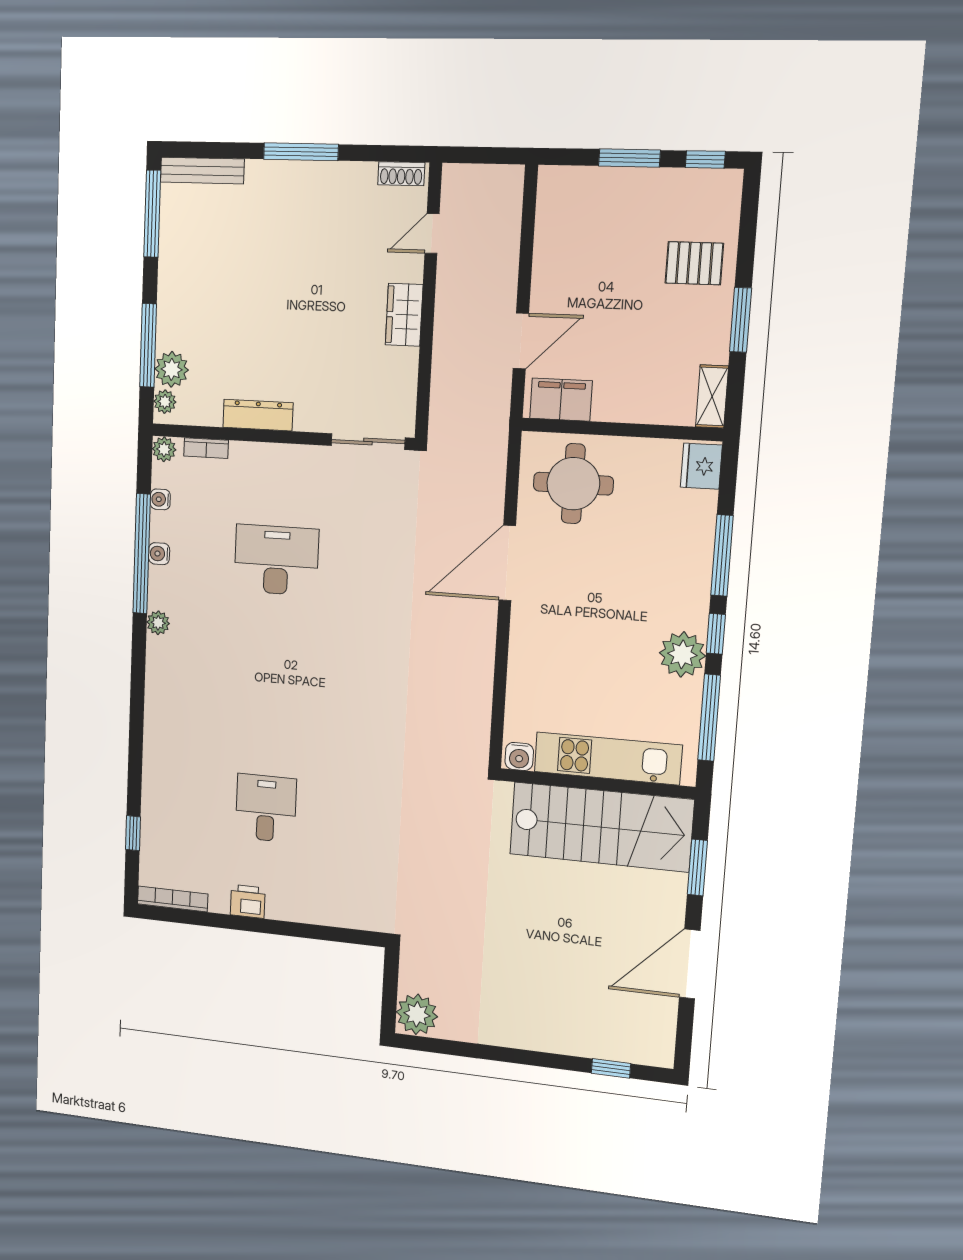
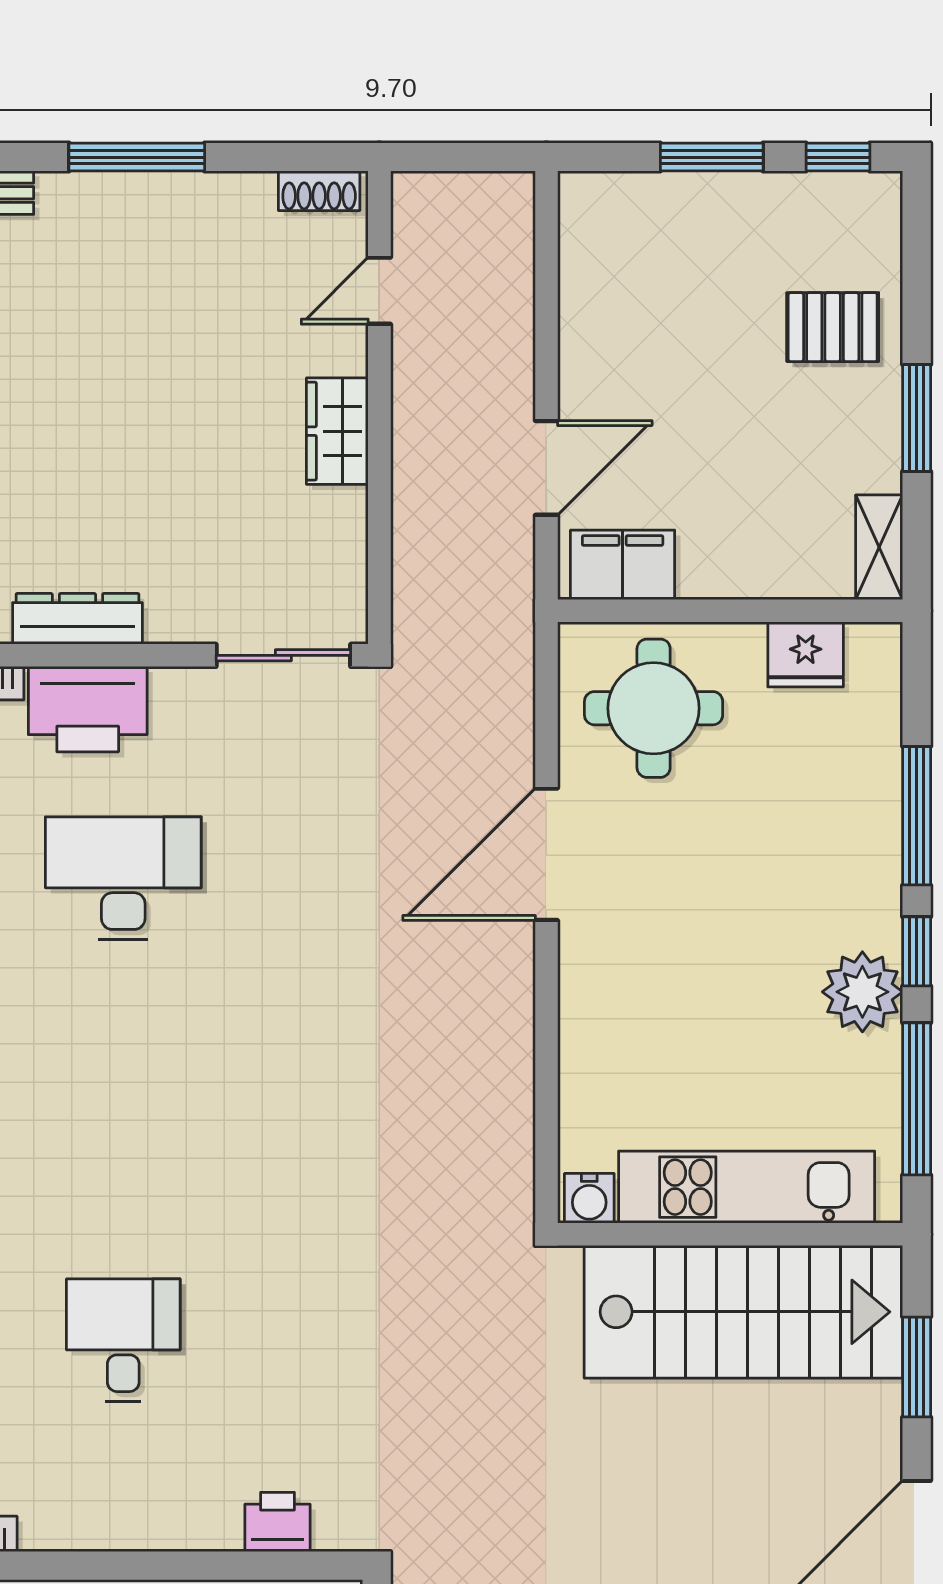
printer: (261, 466) -> (88, 709), added
fridge: (701, 466) -> (806, 654), moved, turned -90
printer: (248, 901) -> (278, 1522), moved

